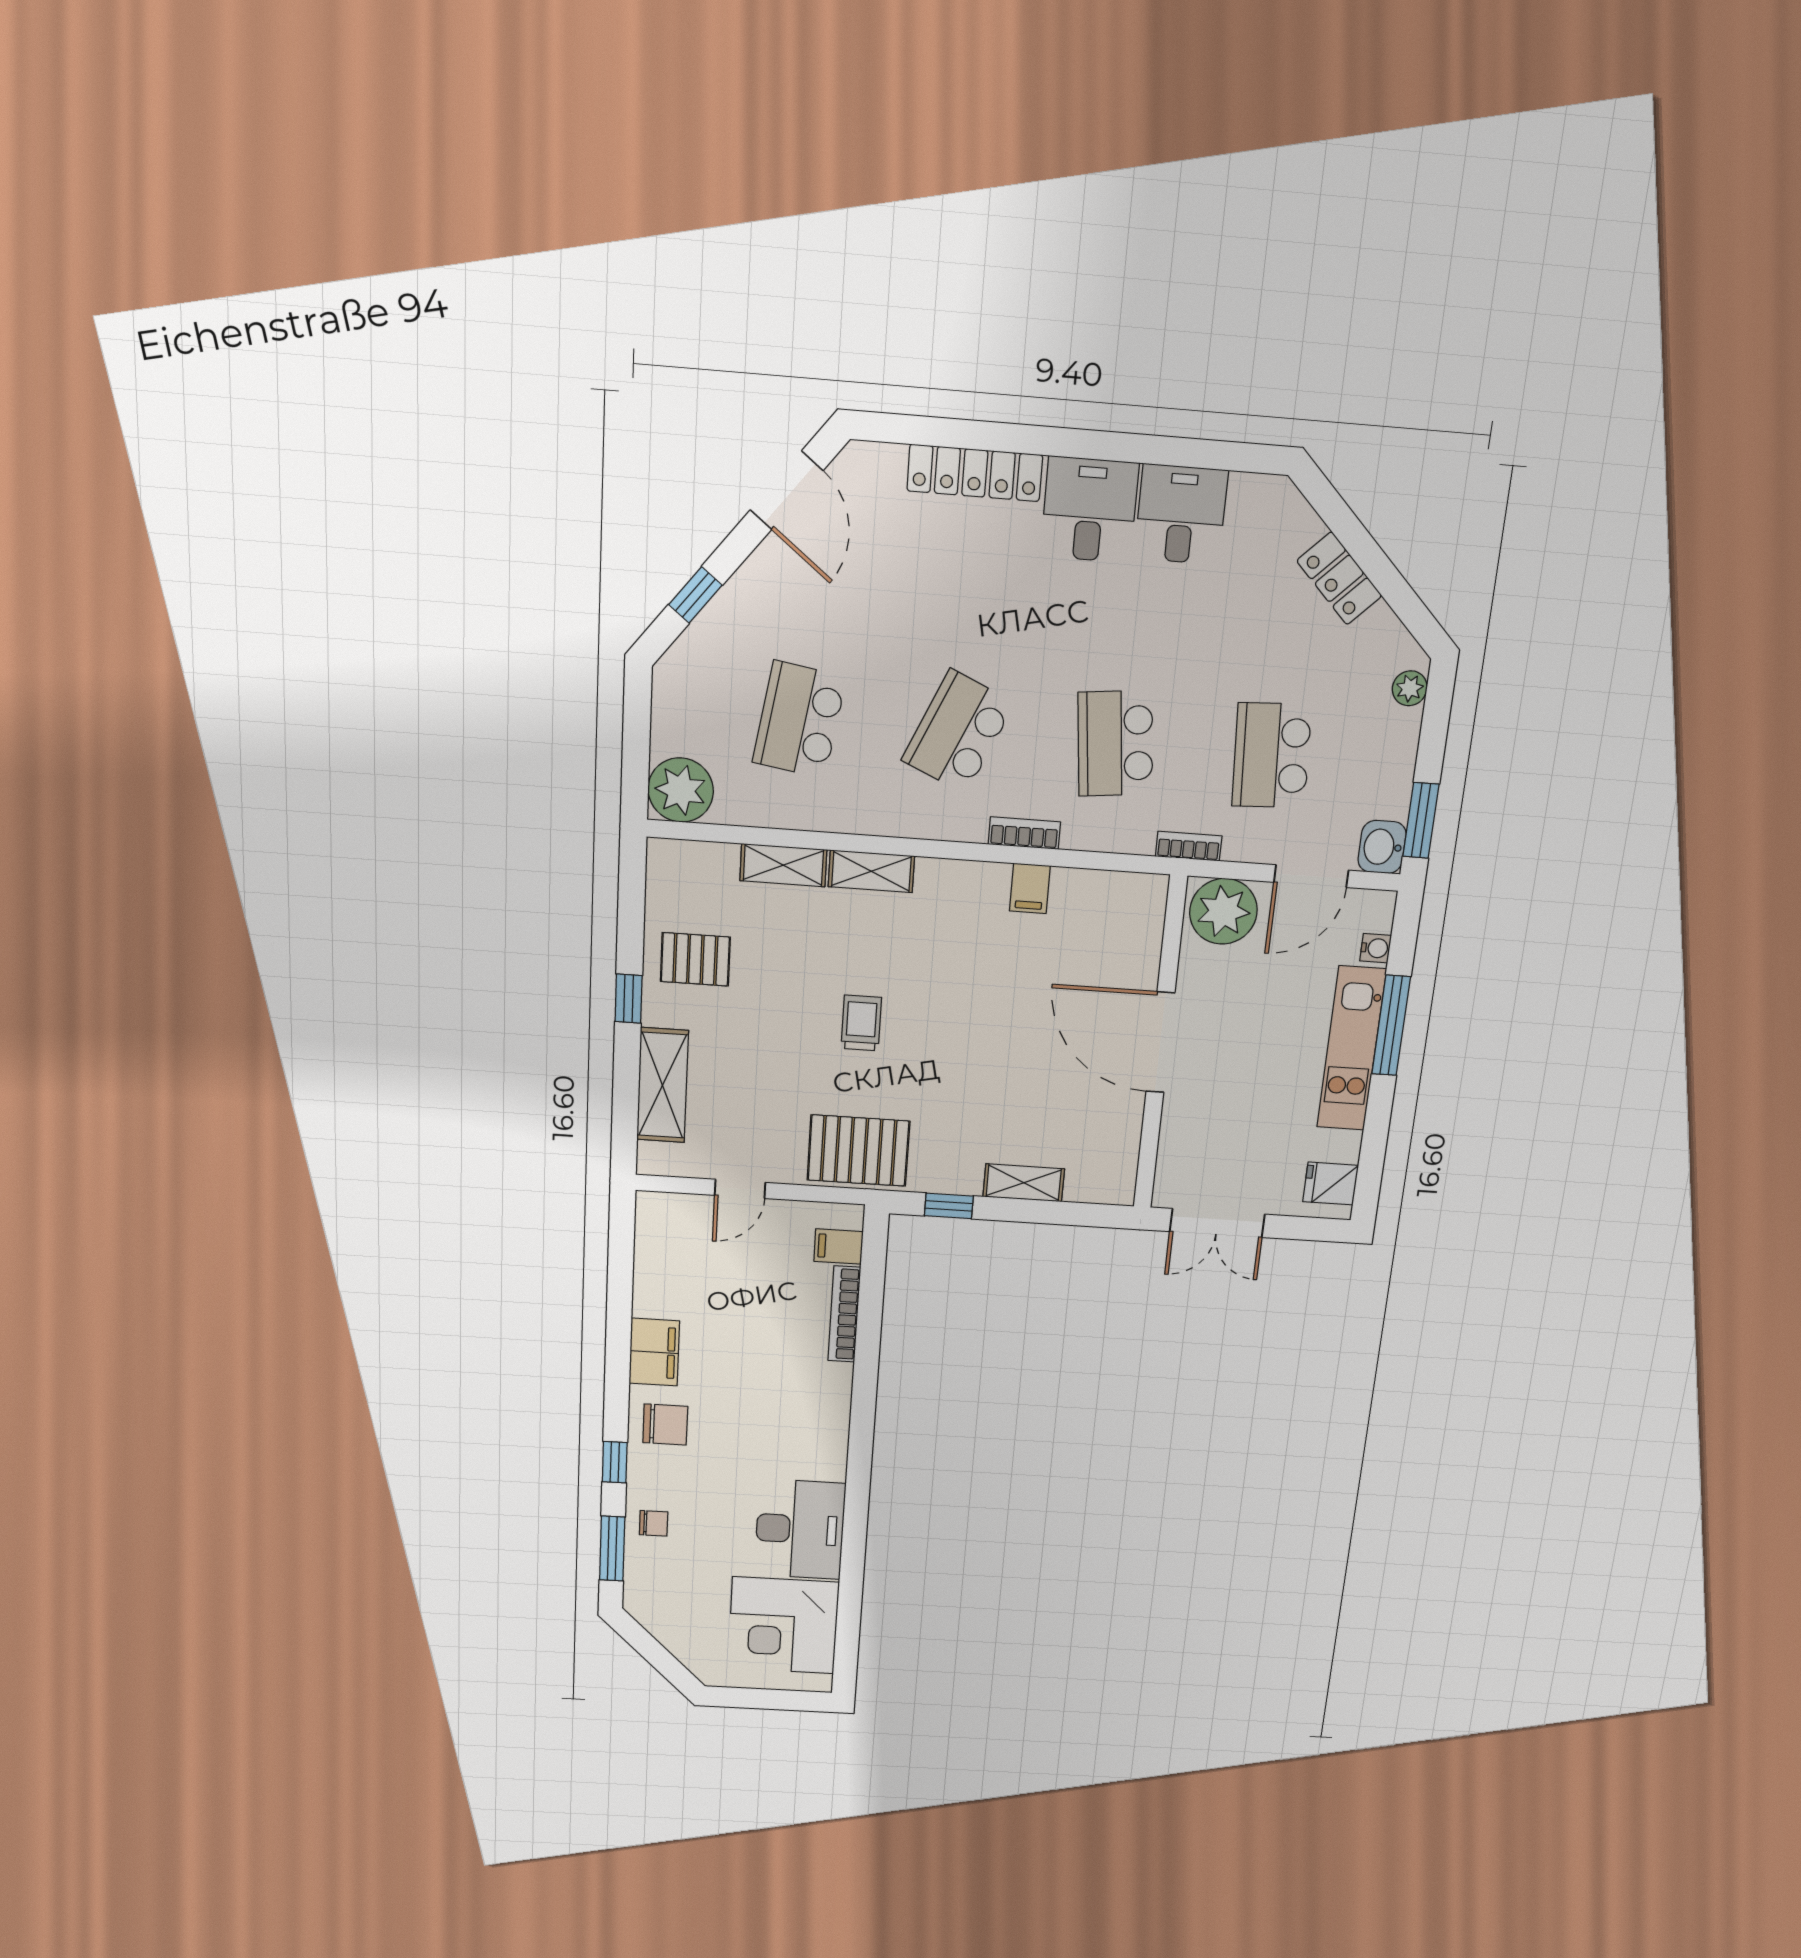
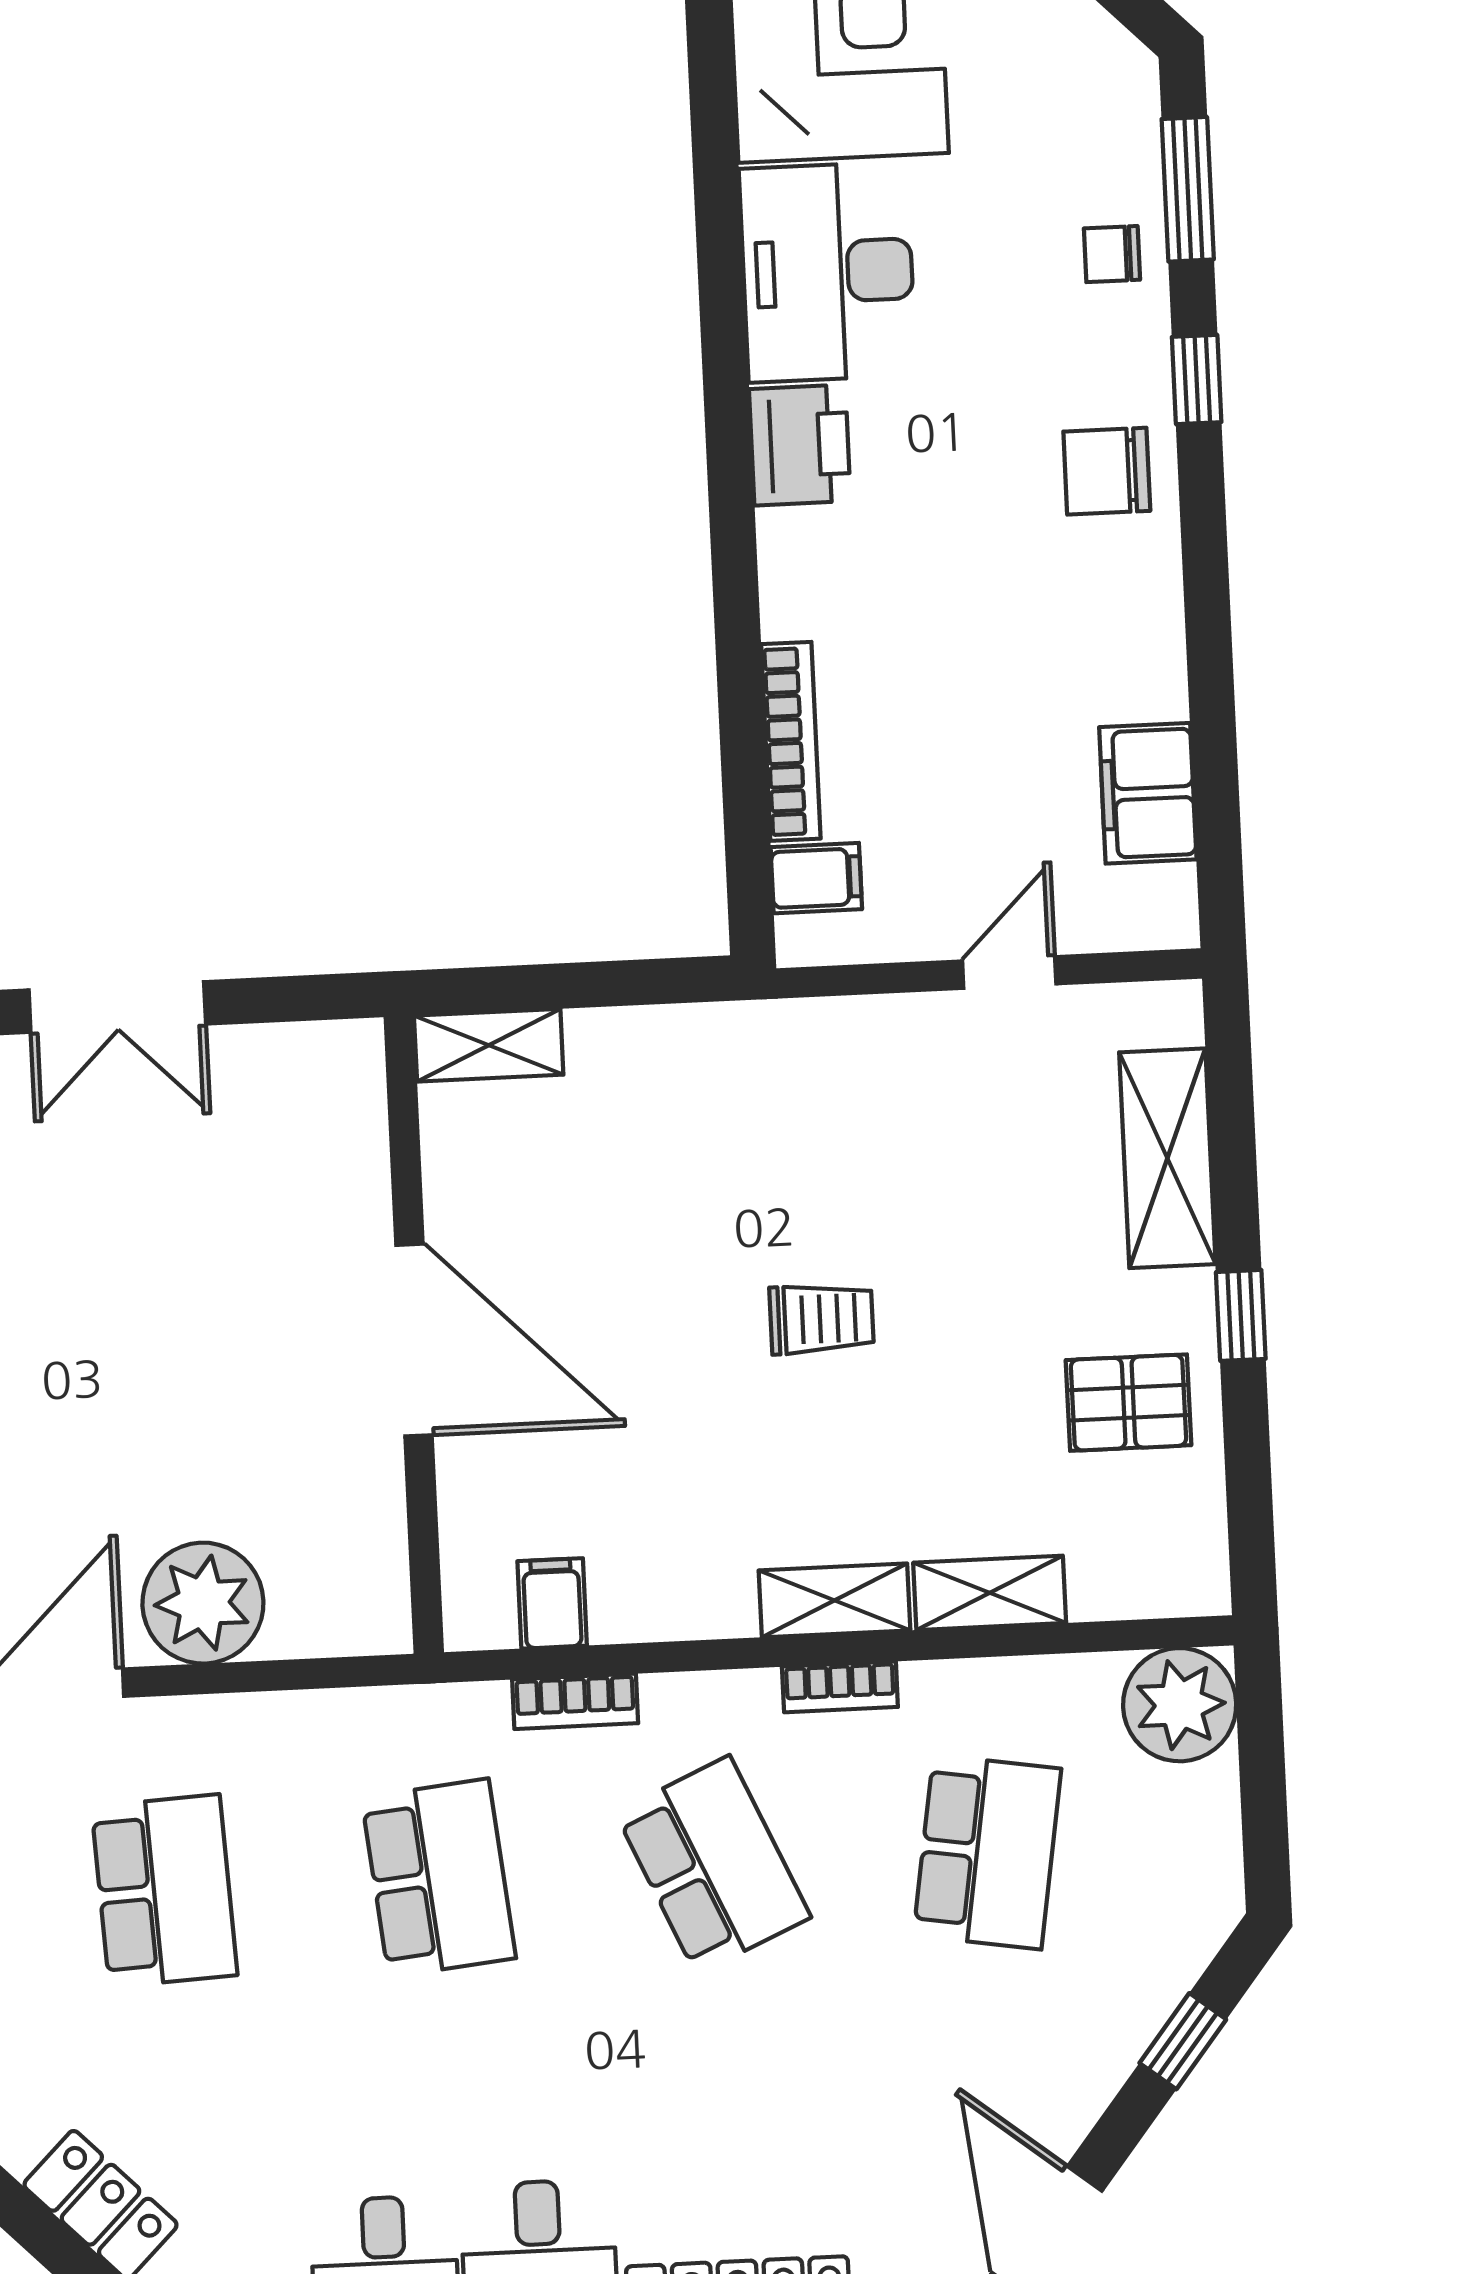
school desk: (958, 732) -> (713, 1865), turned -48
bookcase: (1189, 846) -> (840, 1687), moved
trolley: (861, 1023) -> (822, 1319), turned -90
door: (1160, 1042) -> (414, 1340), moved
wall: (1160, 1045) -> (414, 1335), moved
pallet: (858, 1151) -> (800, 1073), removed
window: (949, 1206) -> (621, 983), removed
double door: (1217, 1223) -> (117, 1007), swing flipped
filing cabinet: (654, 1352) -> (1148, 793), moved
printer: (823, 1452) -> (800, 445), added

